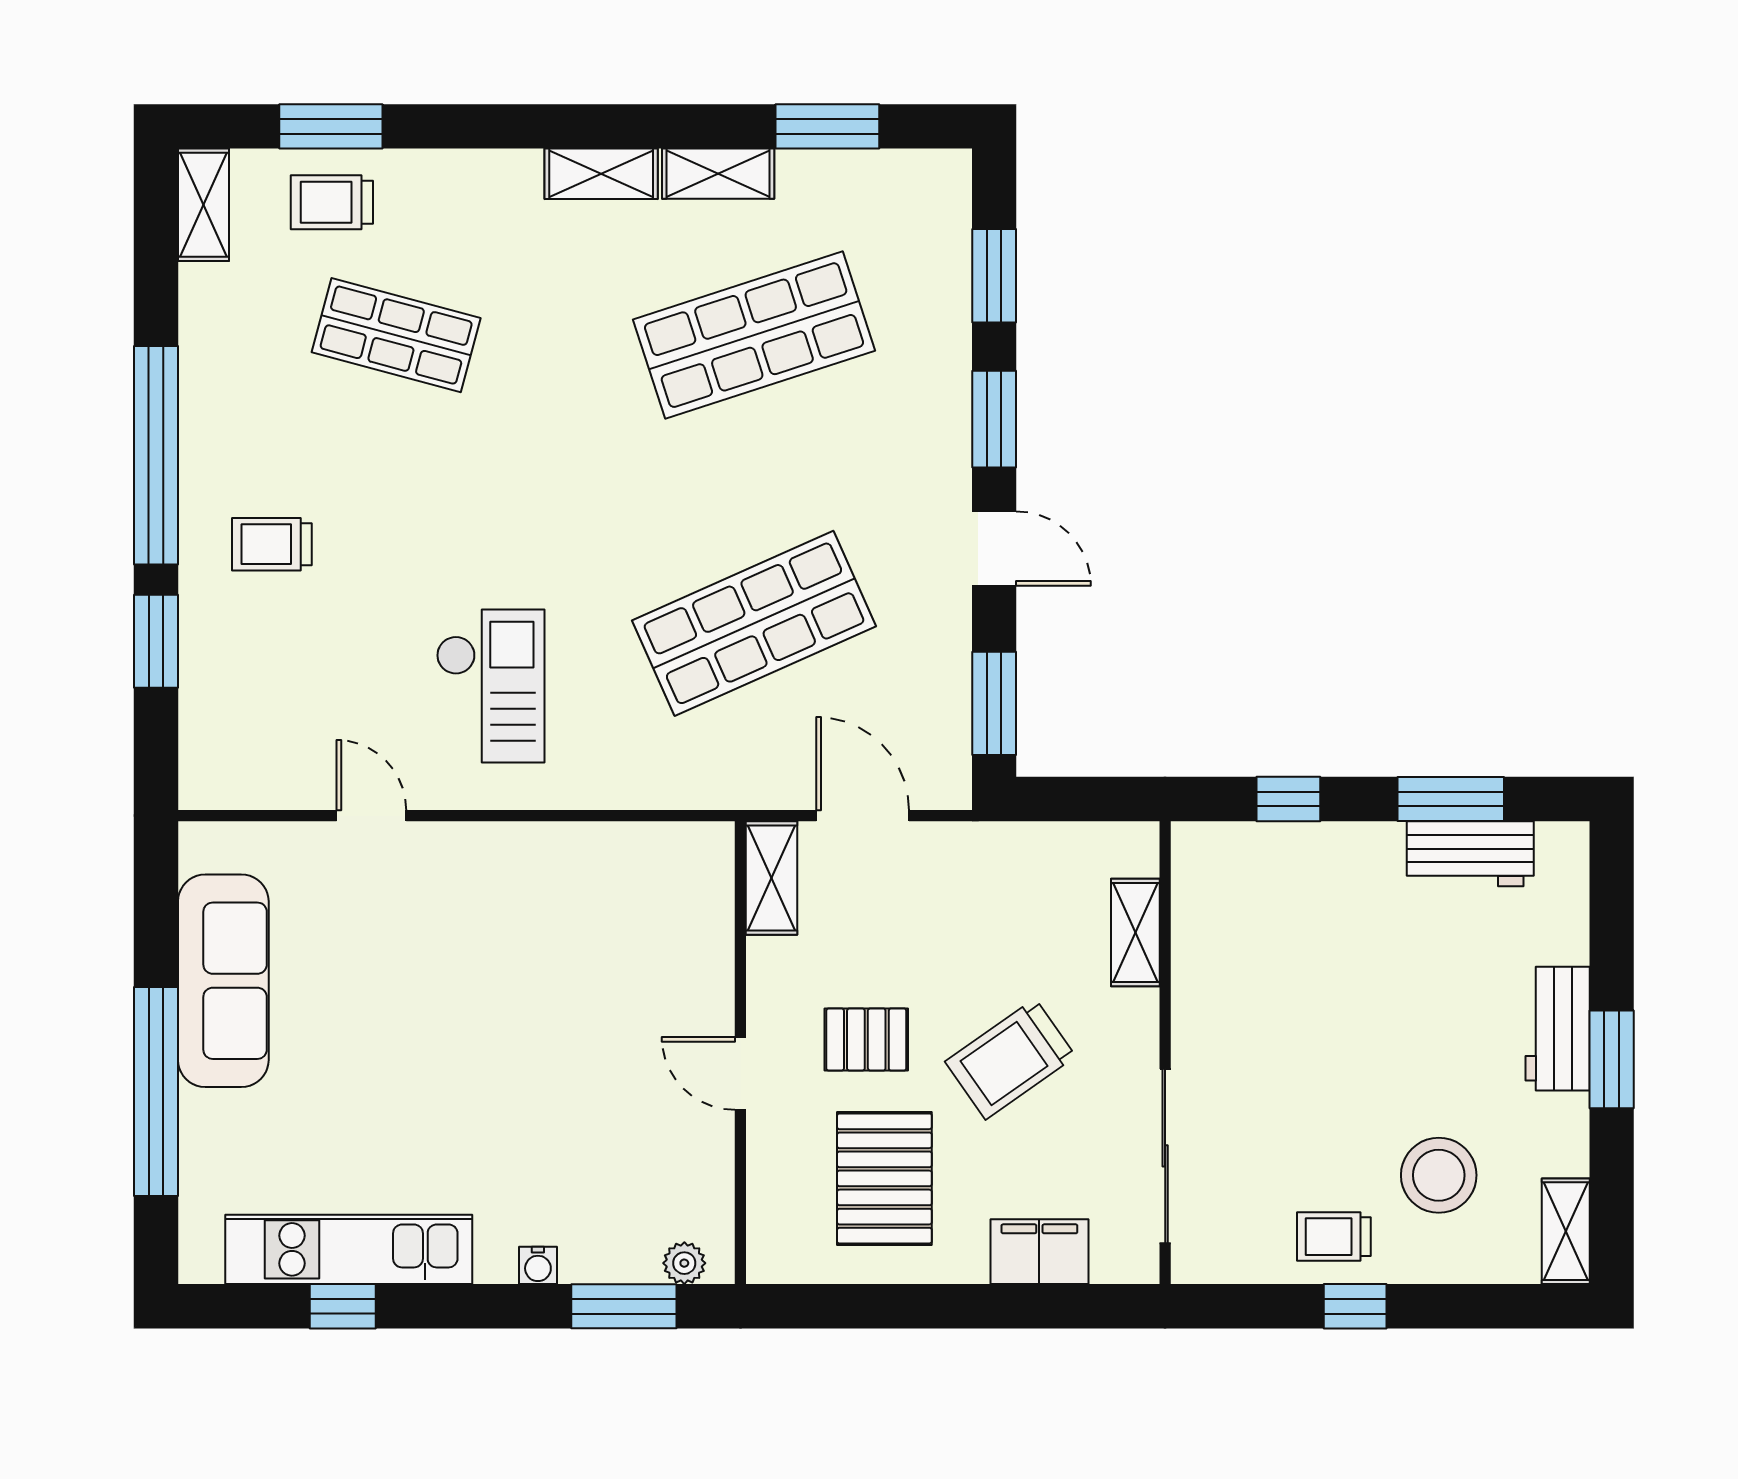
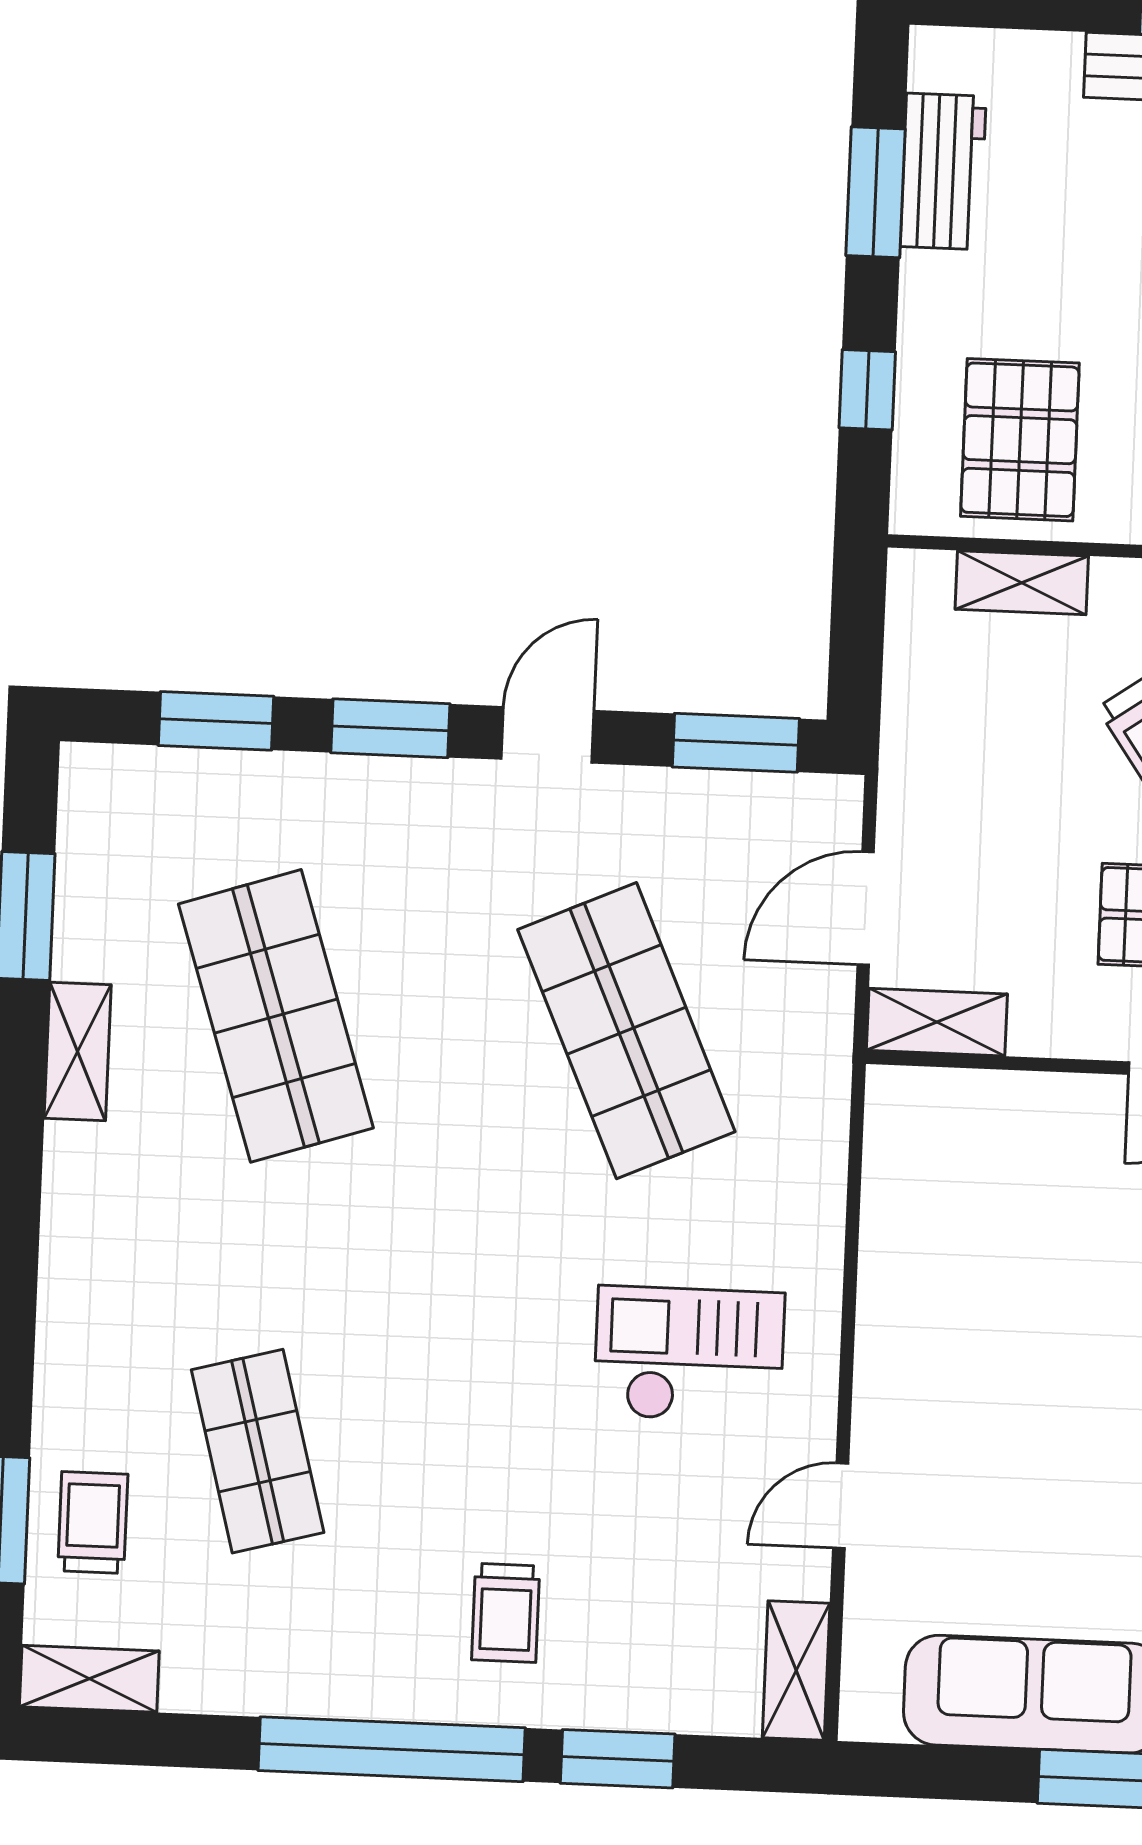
shelving: (601, 174) -> (796, 1671), moved
trolley: (332, 202) -> (93, 1522), turned 180
shop shelf: (396, 335) -> (258, 1451), turned -30
pallet: (1253, 926) -> (1020, 440), added

